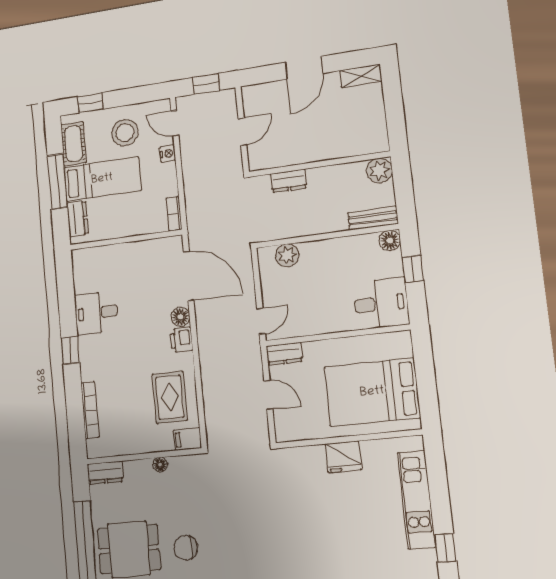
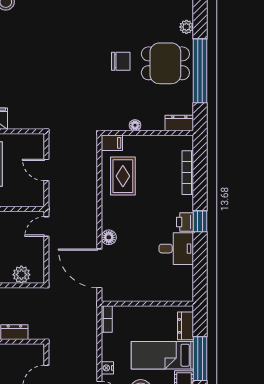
printer: (181, 340) -> (185, 222), moved, turned 180
dresser: (284, 354) -> (31, 200), removed

